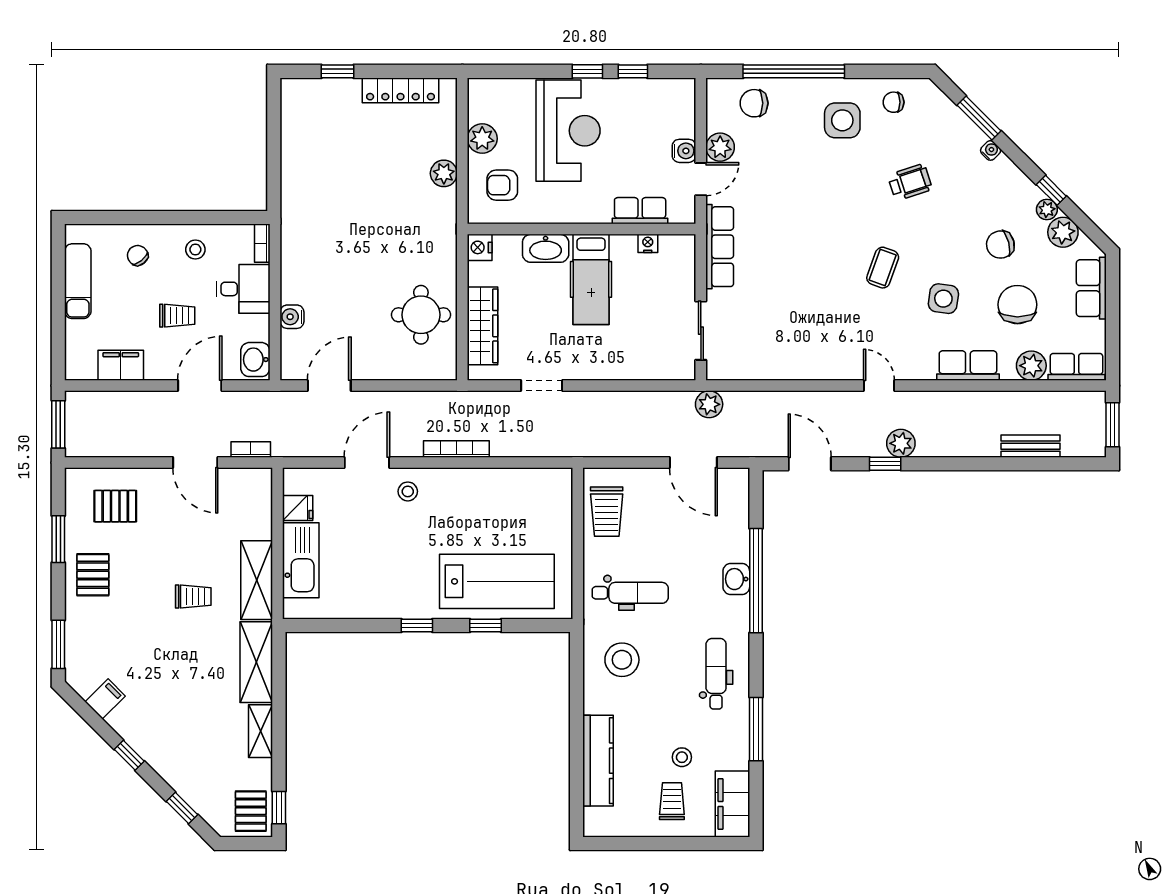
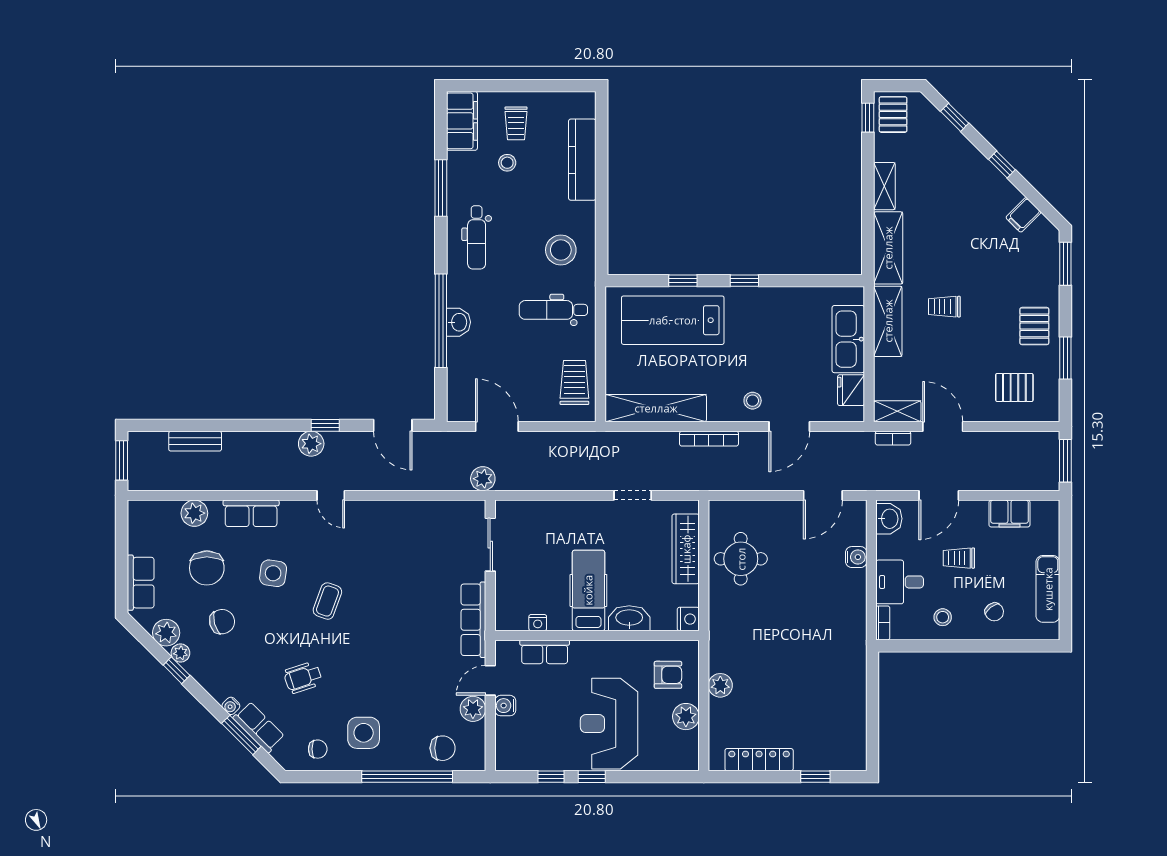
row of seats: (1076, 367) -> (259, 727), moved, turned -135
shelving: (246, 480) -> (897, 411), added
shelving: (516, 483) -> (656, 408), added
fridge: (298, 508) -> (851, 390), width x1.38

